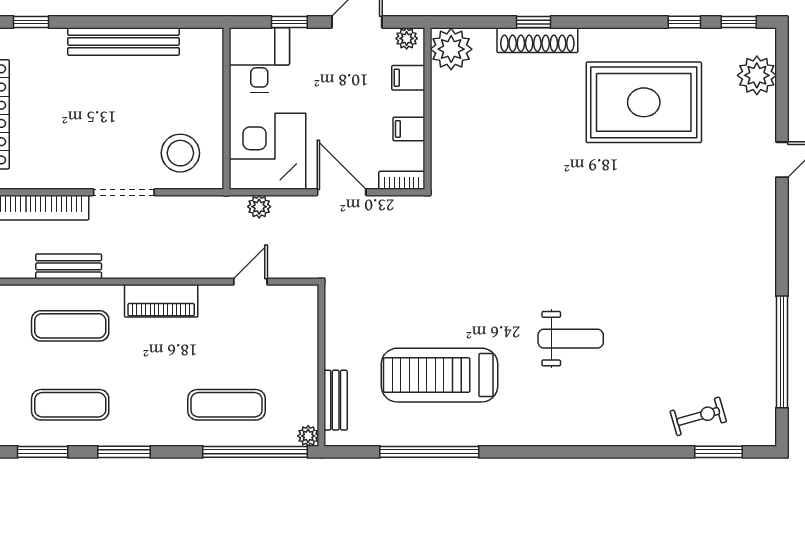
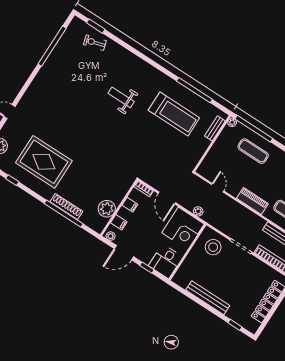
window: (533, 22) -> (64, 214), width x3.17
plant: (451, 49) -> (107, 209), moved
door: (250, 282) -> (218, 188), swing flipped

